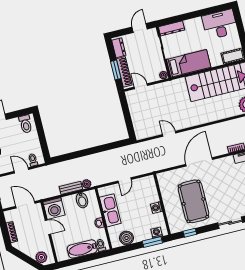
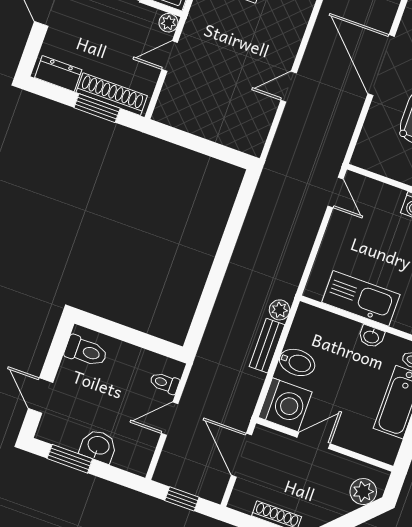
door: (141, 86) -> (170, 56), moved
door: (125, 180) -> (336, 192), moved
bidet: (82, 200) -> (297, 362), moved
door: (25, 205) -> (241, 455), hinge flipped

